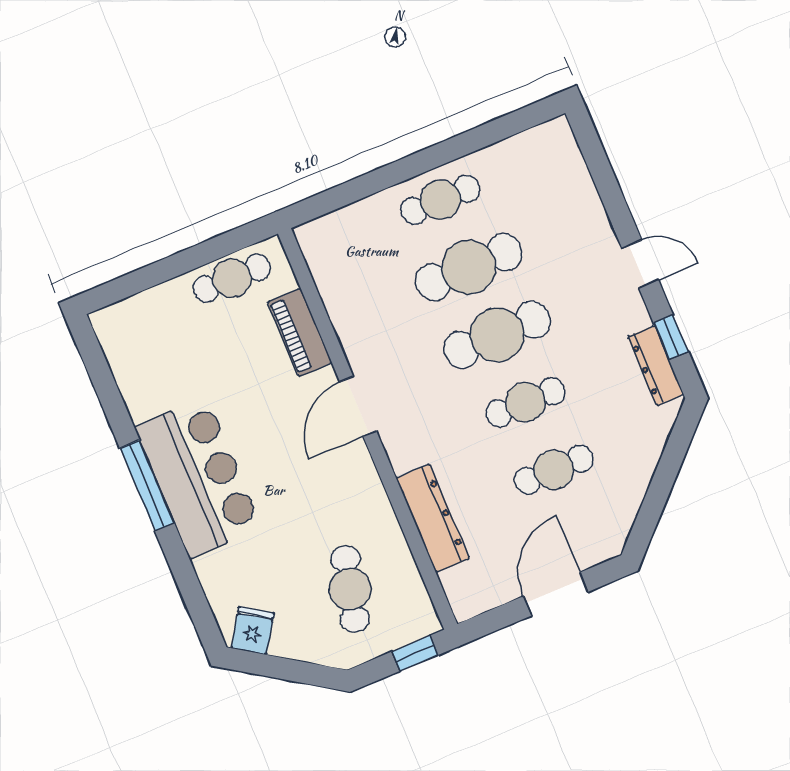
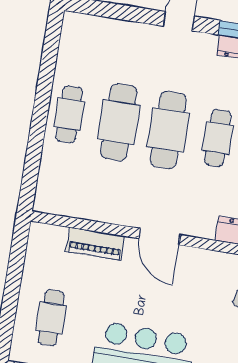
cafe table: (232, 278) -> (51, 318), moved

